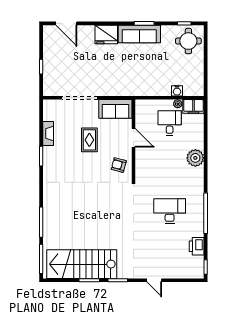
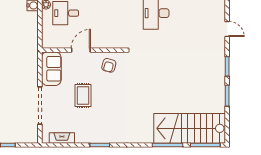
fireplace: (48, 134) -> (62, 138), moved
rug: (89, 140) -> (83, 95), turned 90
stairs: (82, 264) -> (190, 128), moved, turned 90
door: (154, 280) -> (227, 29), hinge flipped

